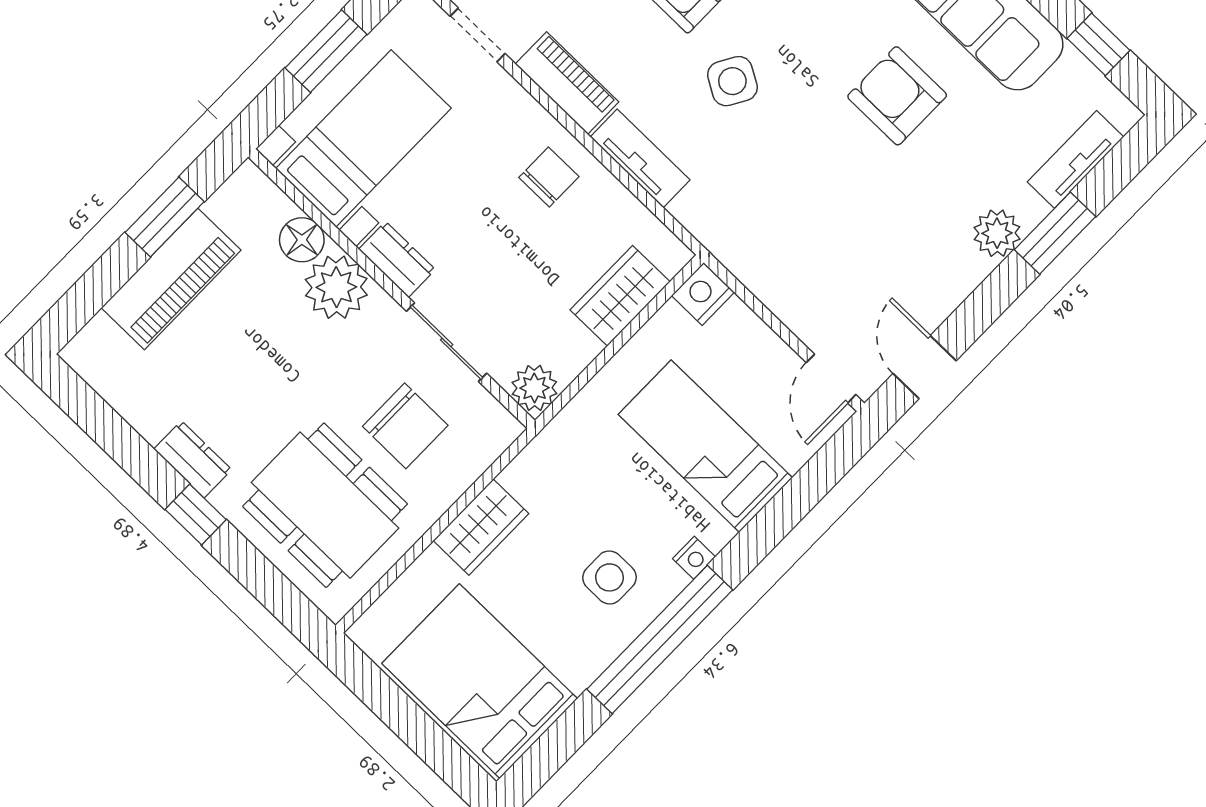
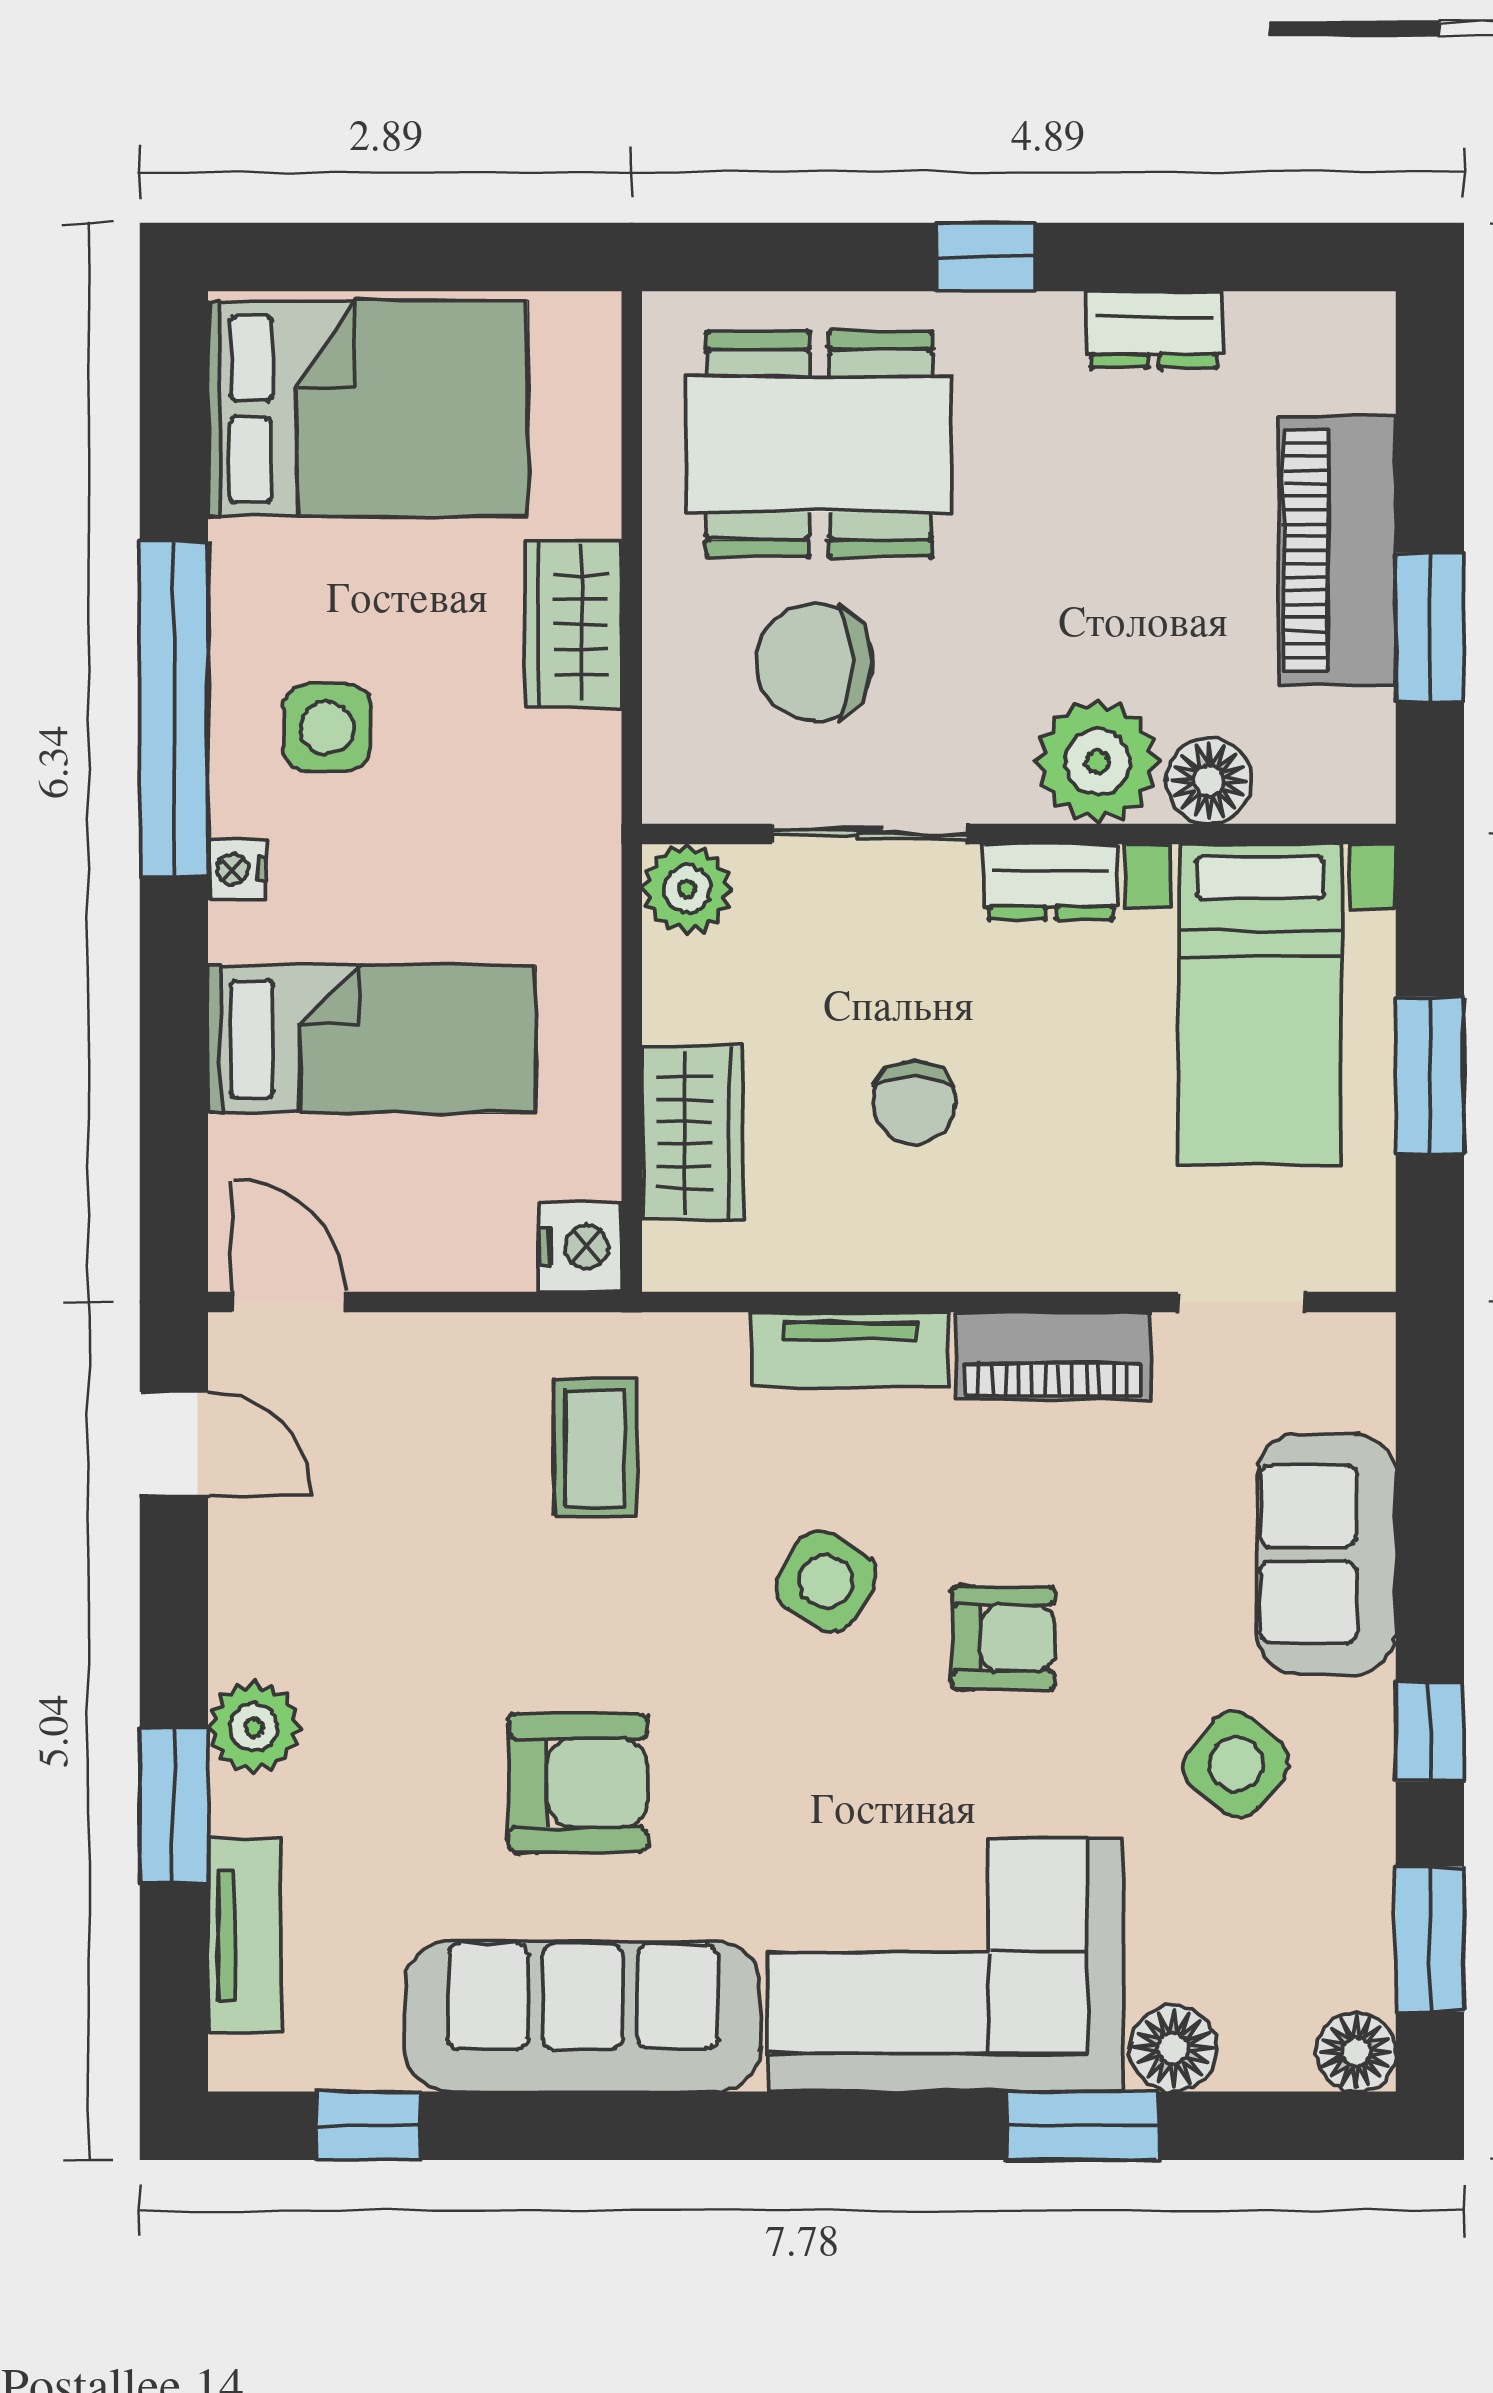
chair: (549, 177) -> (915, 1102), moved
coffee table: (770, 214) -> (595, 1448), added
dresser: (193, 459) -> (1154, 330), moved

